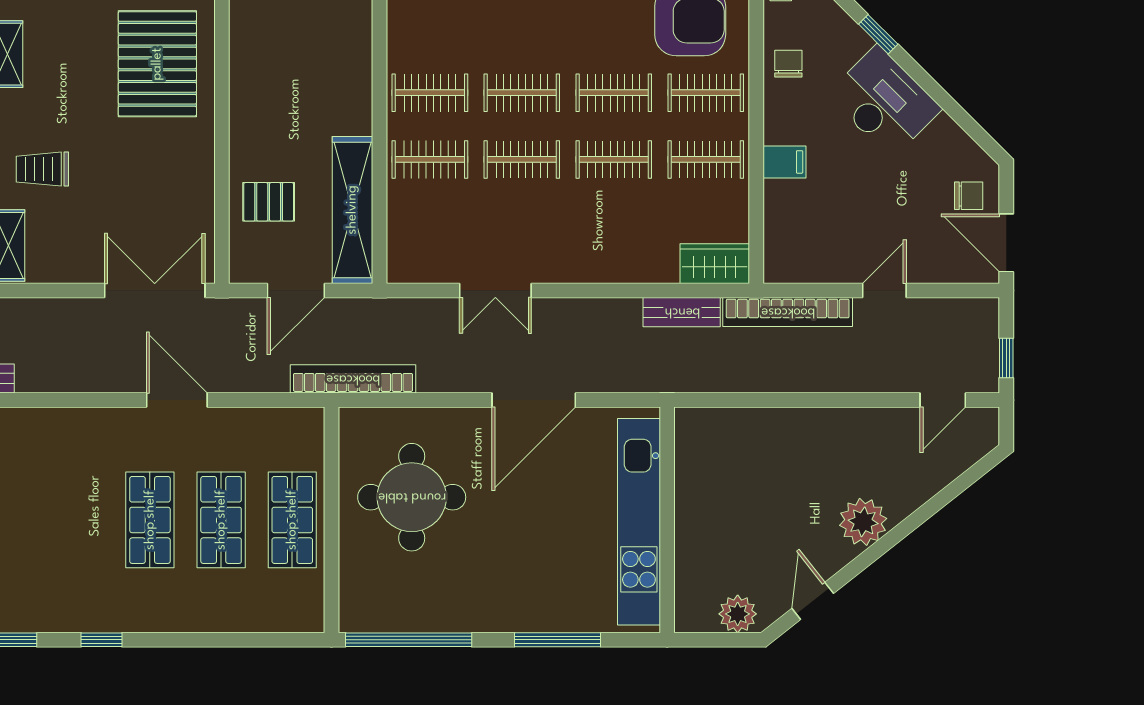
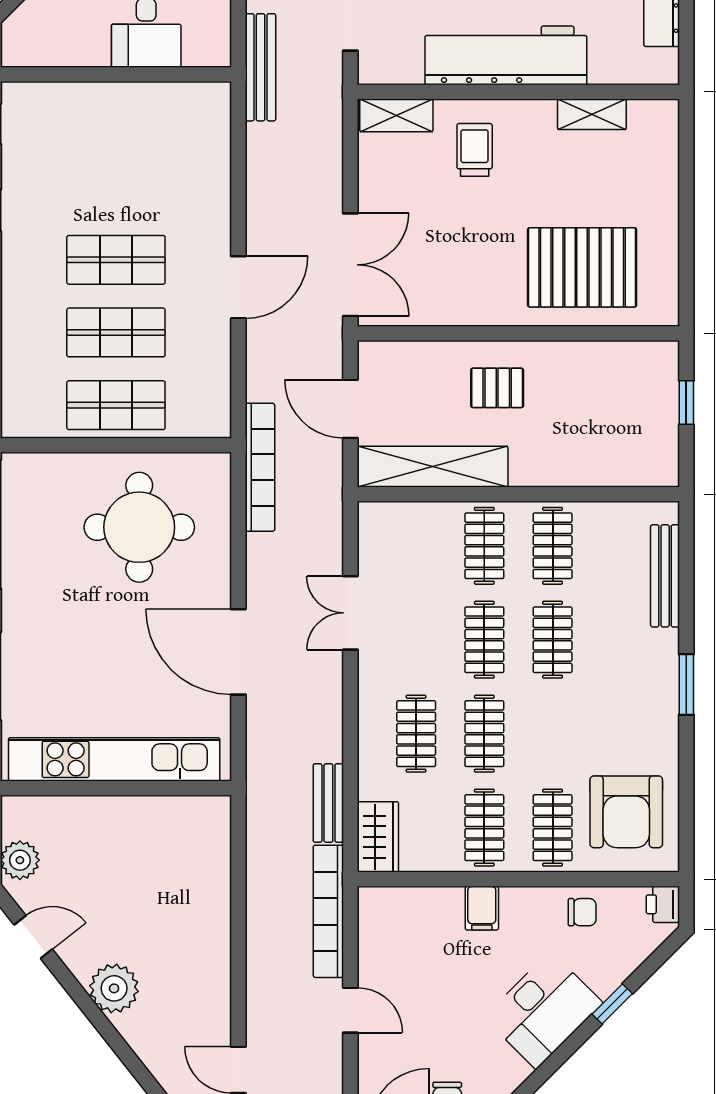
clothes rail: (614, 93) -> (416, 734), moved
pallet: (269, 202) -> (497, 388), moved, turned 90

